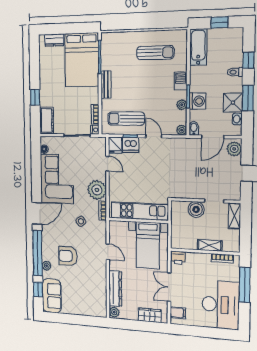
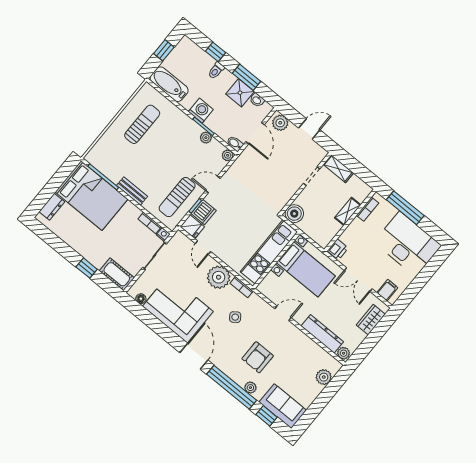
barbecue: (181, 81) -> (185, 122), removed
washing machine: (197, 101) -> (201, 111), moved
door: (107, 164) -> (203, 248), swing flipped
boiler: (196, 209) -> (294, 214), moved
plant: (89, 310) -> (324, 377), added

